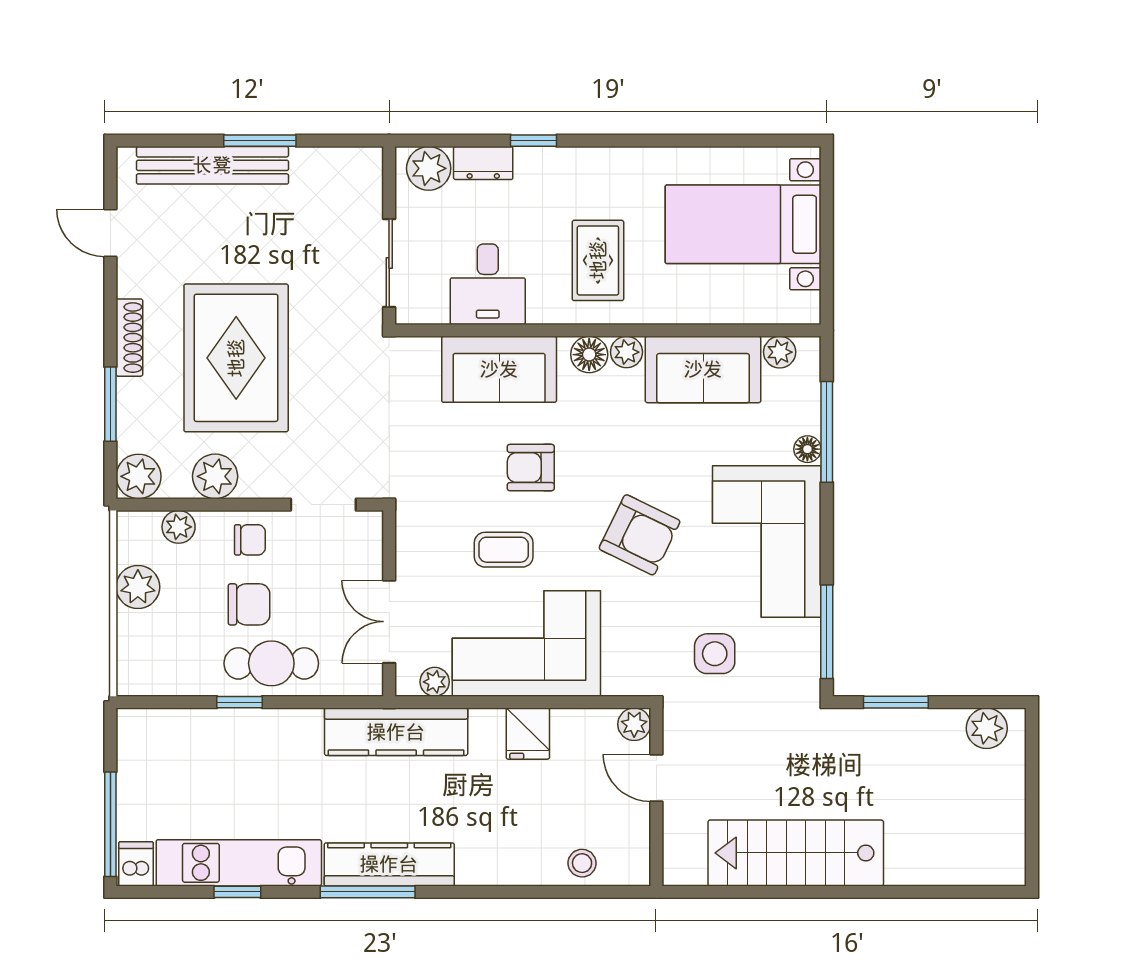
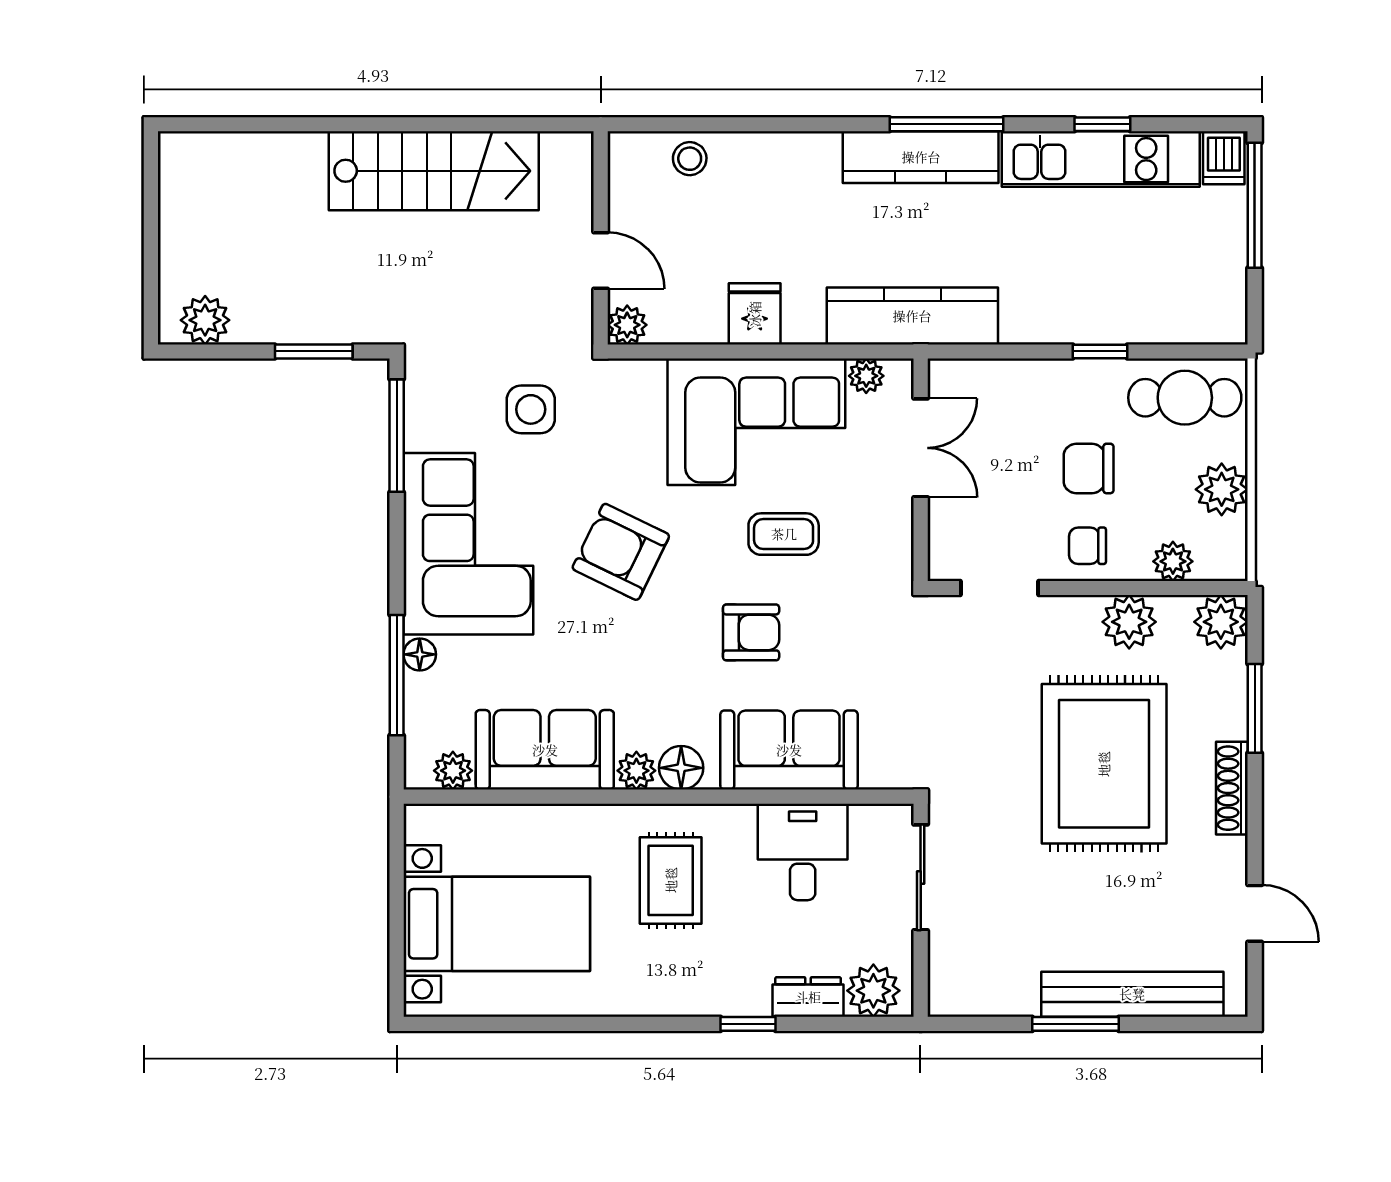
cafe table: (271, 663) -> (1185, 398), moved

